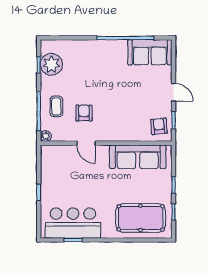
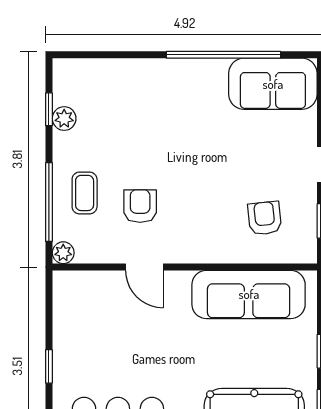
plant: (51, 64) -> (64, 119), width x0.53, depth x0.53
armchair: (159, 126) -> (265, 218), moved

